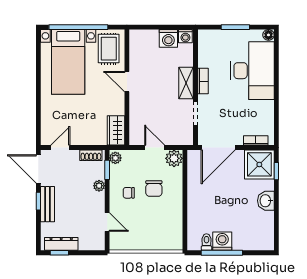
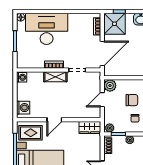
washing machine: (168, 38) -> (23, 108), moved
door: (218, 148) -> (102, 54), hinge flipped

